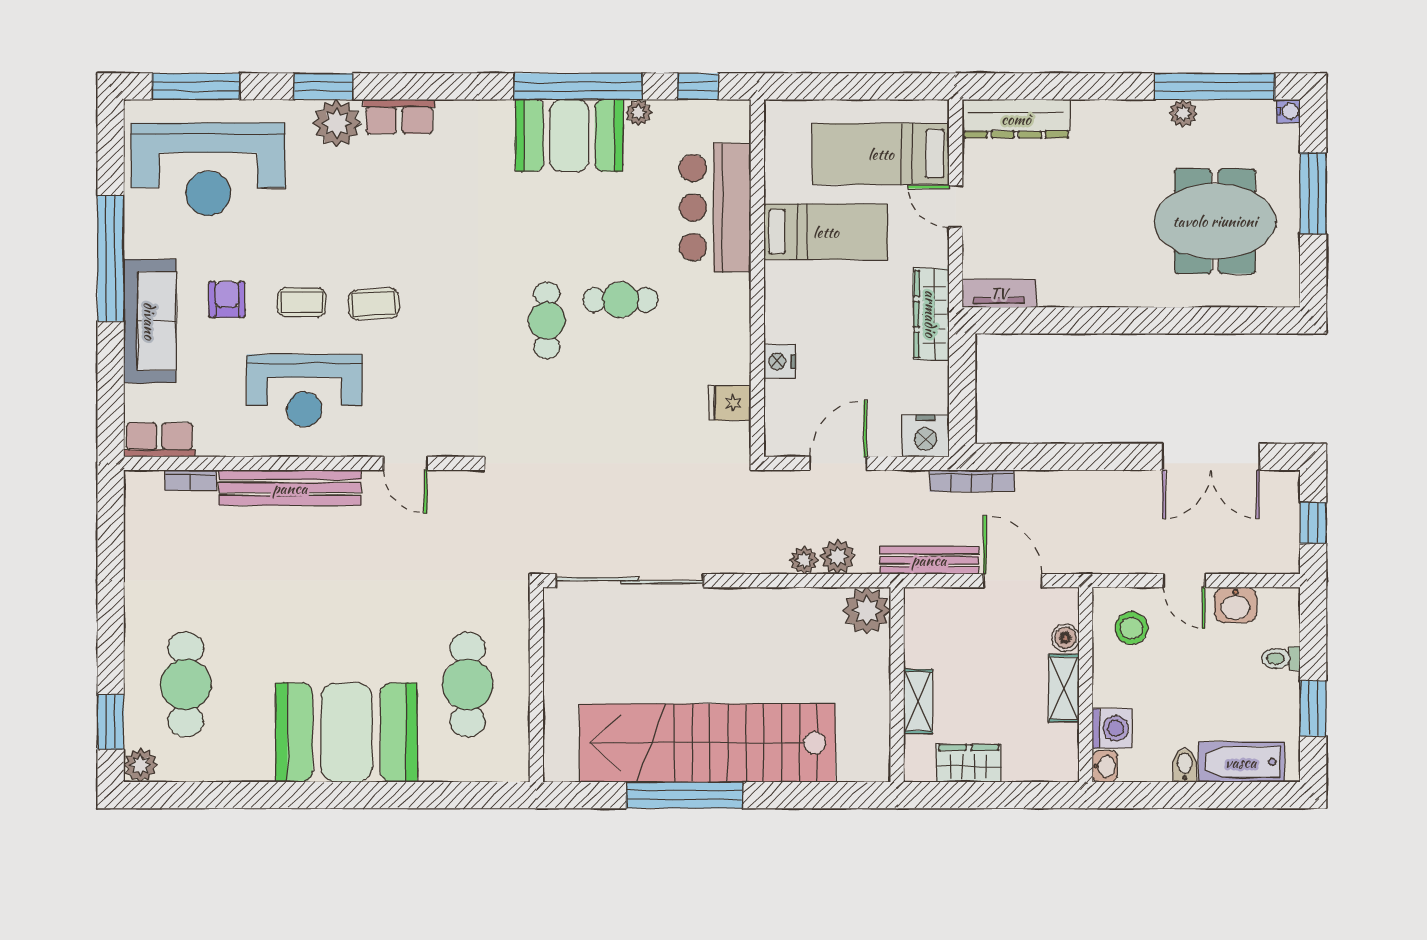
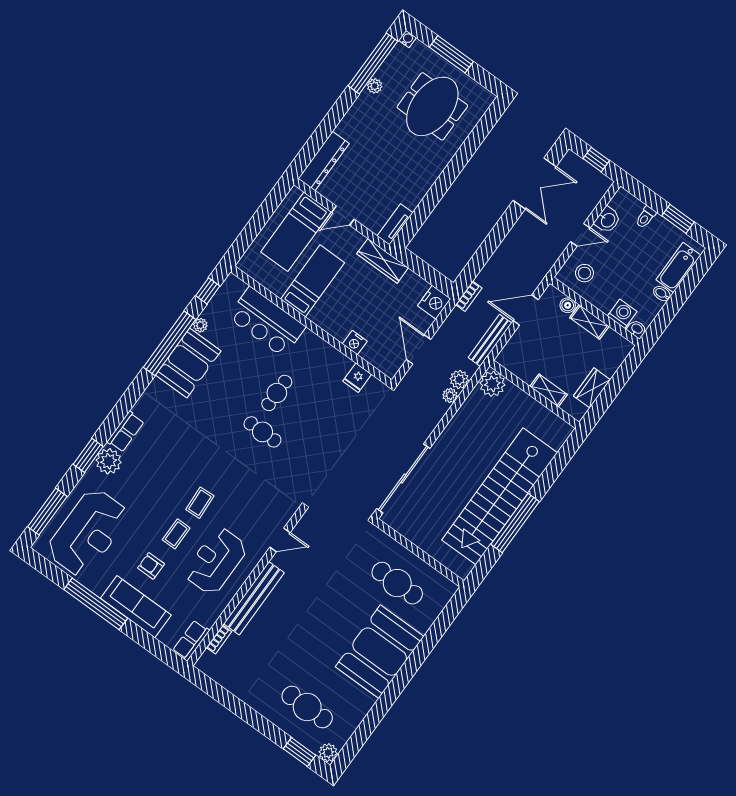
reception desk: (304, 391) -> (216, 561), turned 180
bookcase: (972, 481) -> (469, 296), width x0.64

